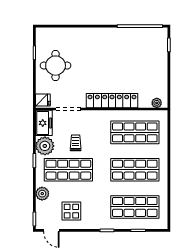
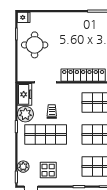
fridge: (43, 100) -> (24, 17), moved
plant: (42, 194) -> (23, 167), moved

